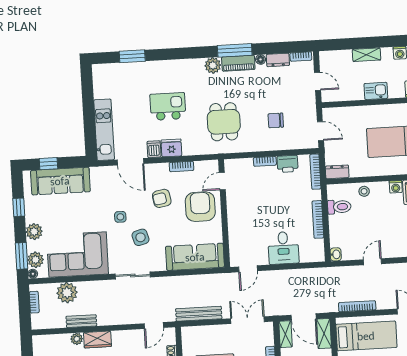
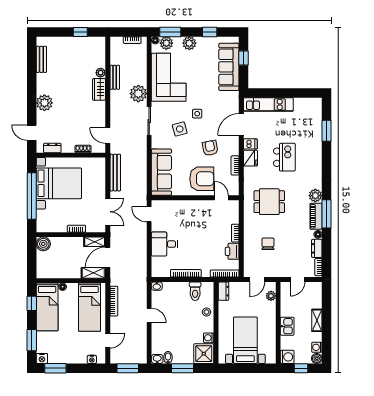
plant: (340, 113) -> (271, 296), added
plant: (67, 293) -> (138, 94), moved

